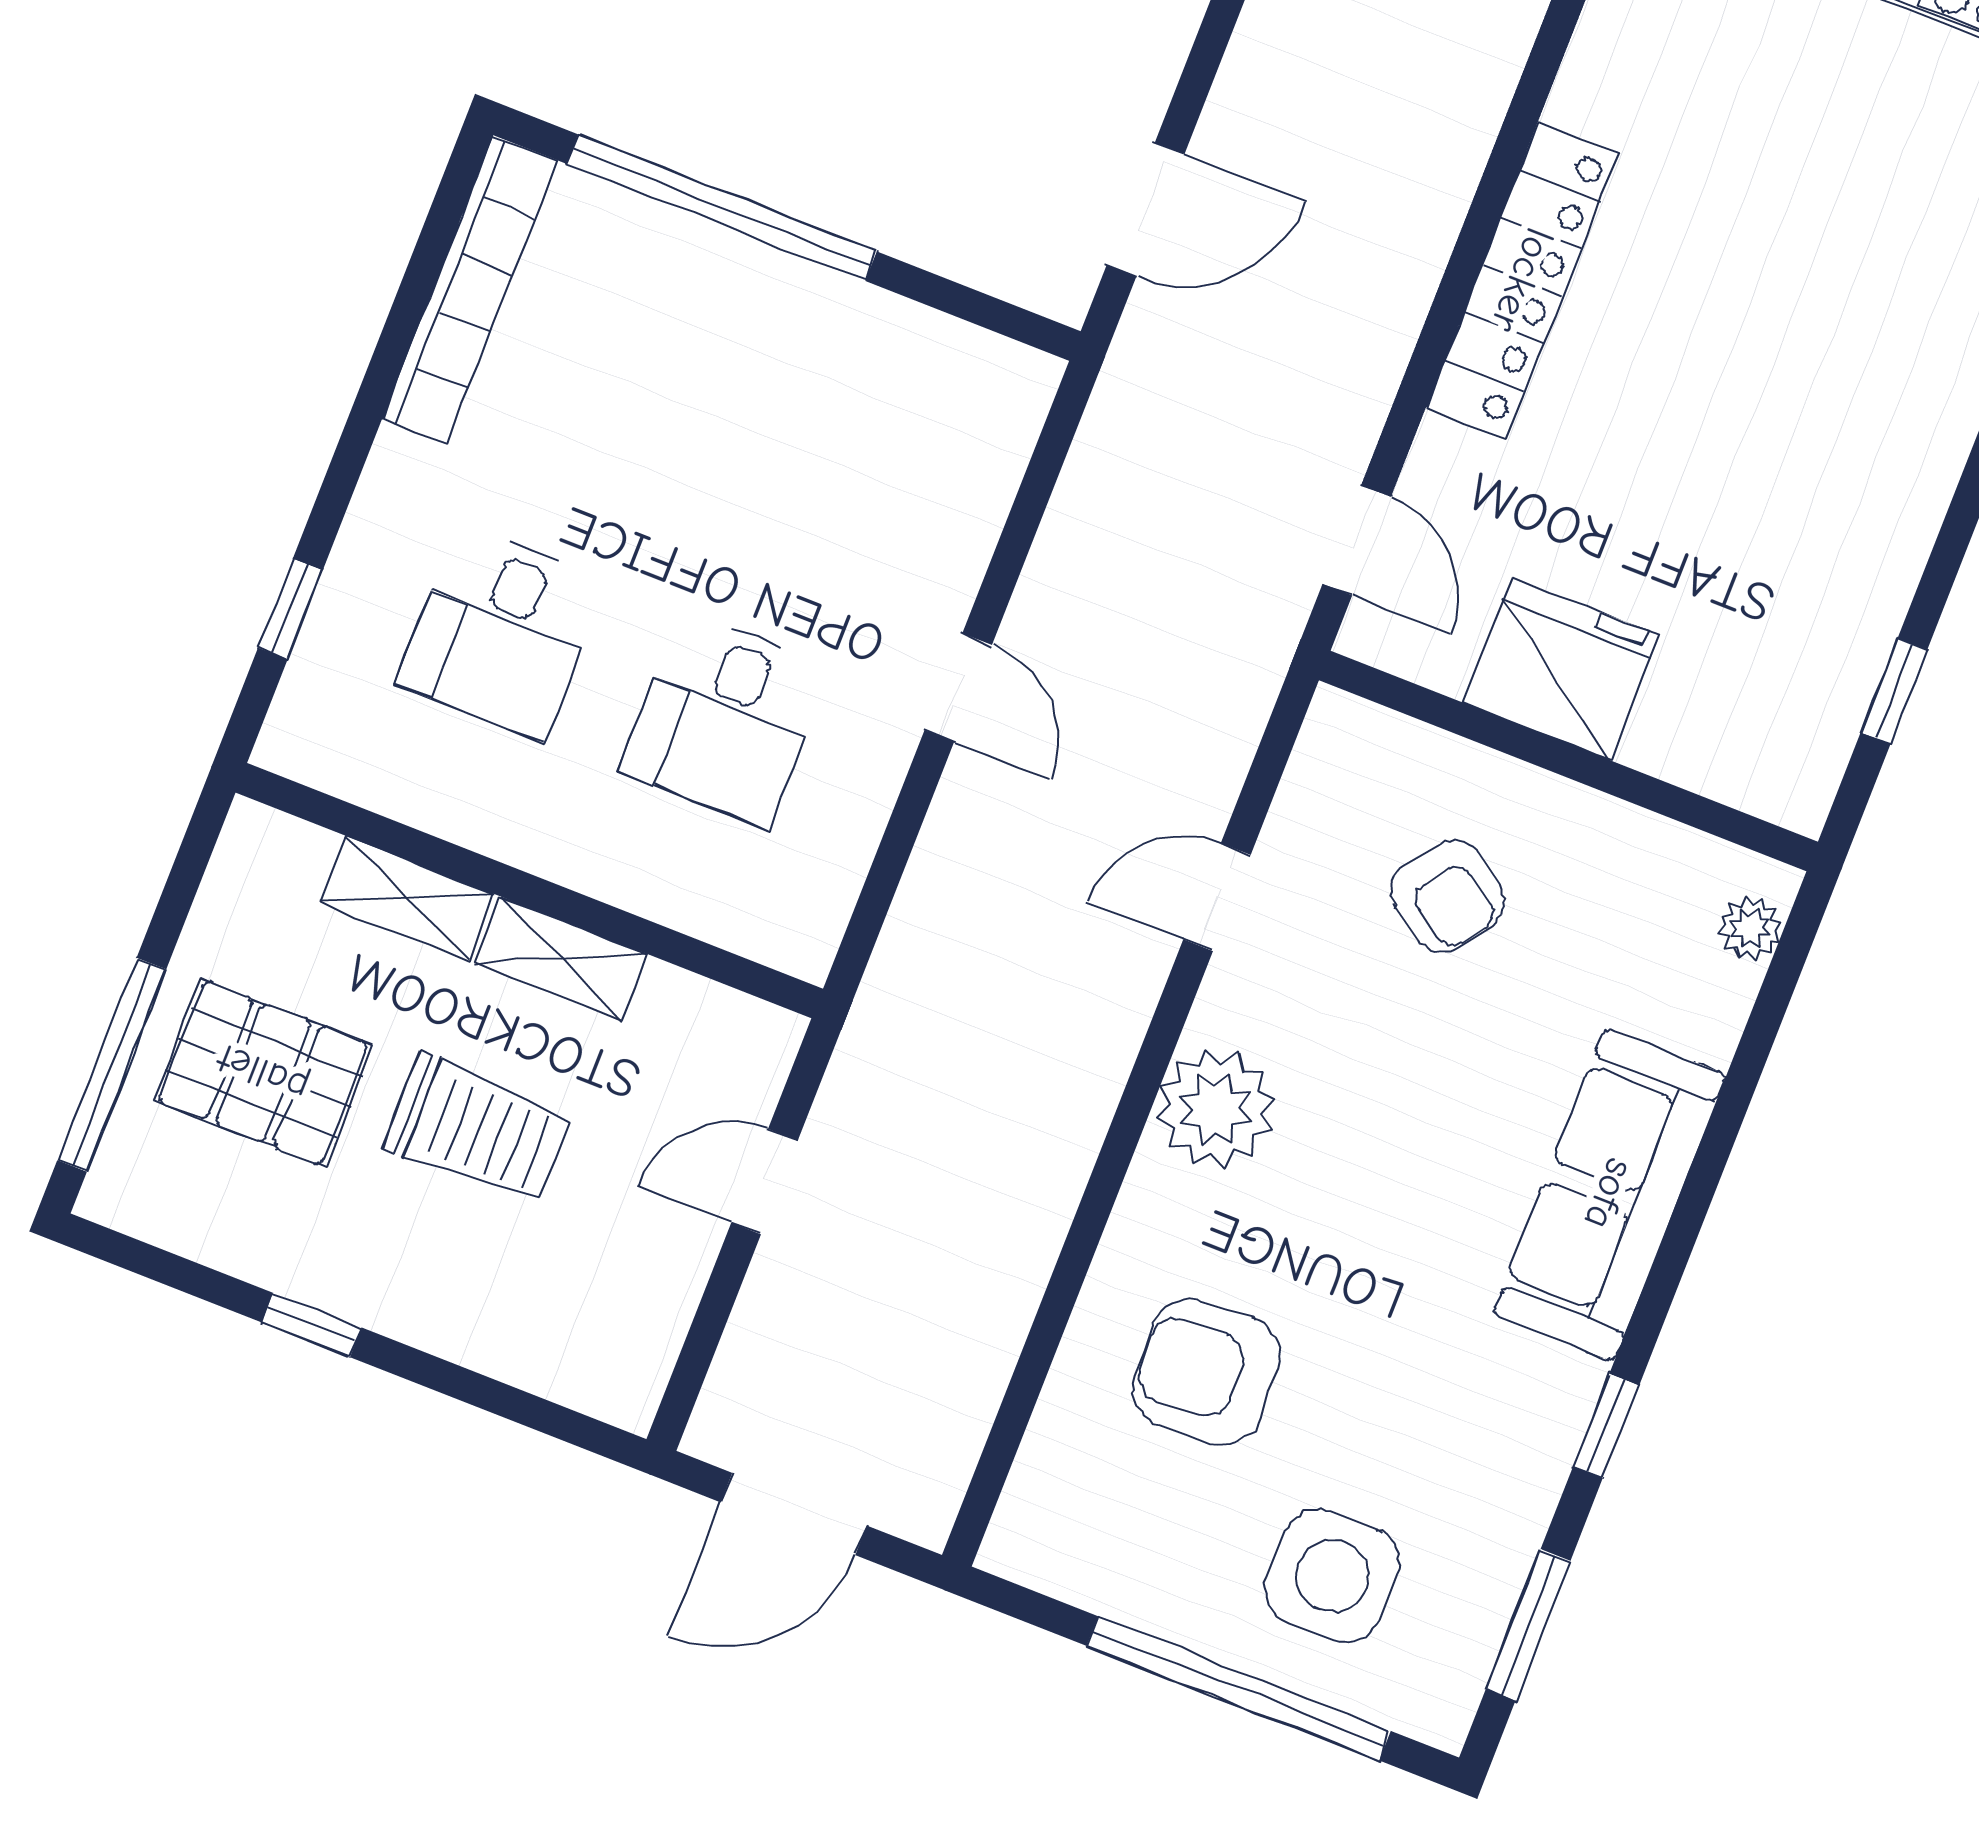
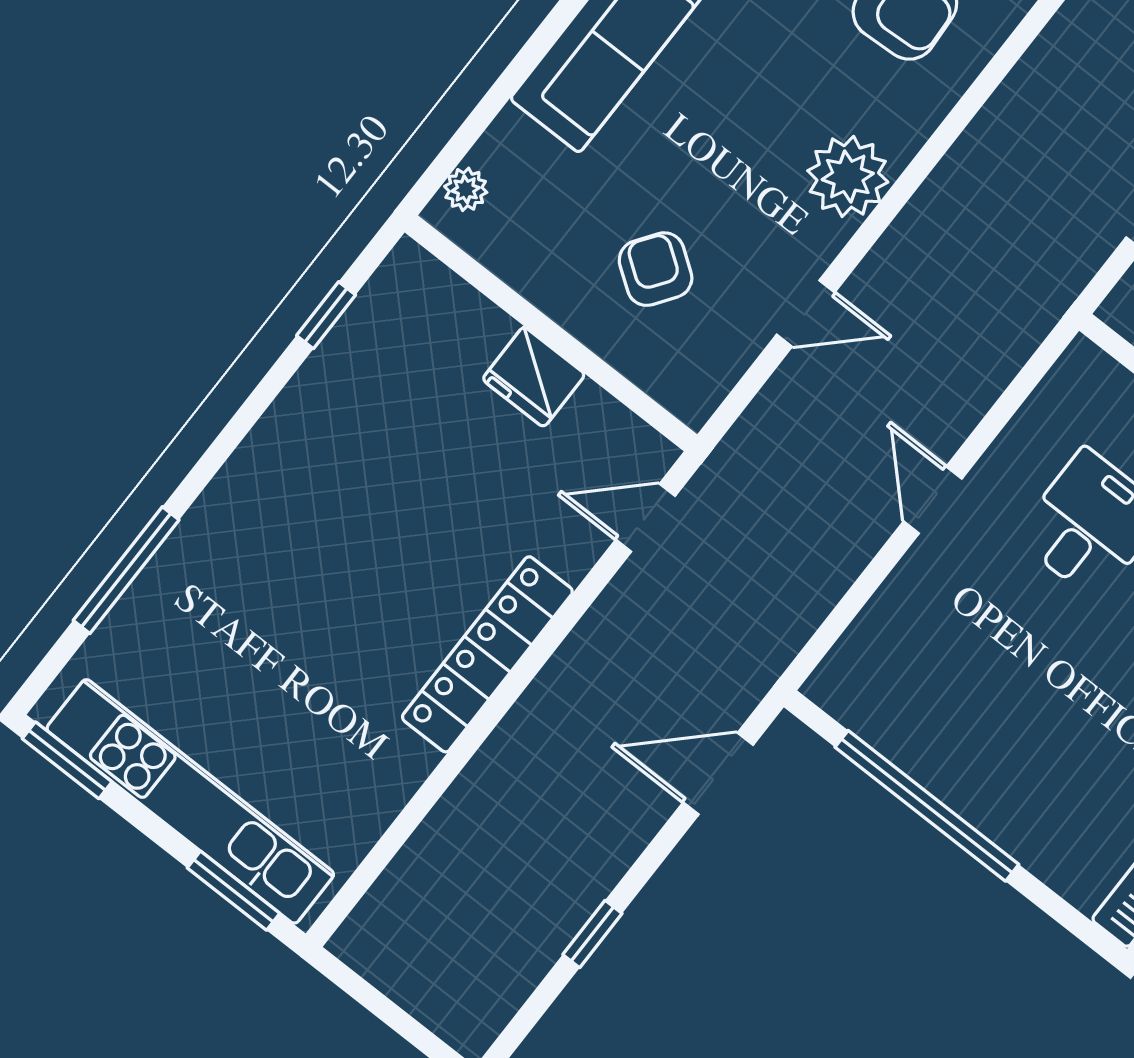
window: (722, 208) -> (927, 806), moved
door: (1357, 540) -> (645, 518), hinge flipped
fridge: (1561, 669) -> (534, 377), width x0.73, depth x0.75

